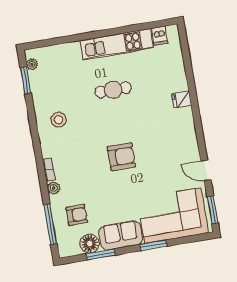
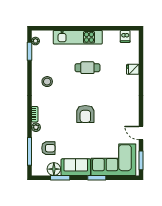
kitchen unit: (117, 44) -> (78, 37), moved
fridge: (182, 99) -> (133, 69), moved
armchair: (121, 157) -> (85, 114), turned 90

